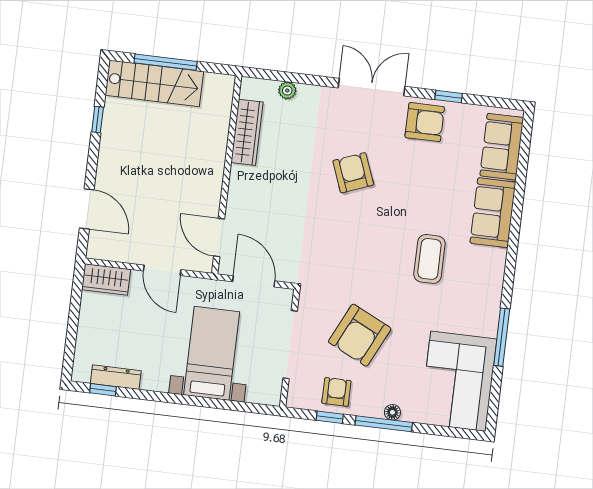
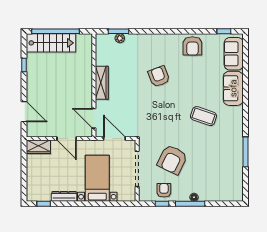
window: (166, 62) -> (55, 31), width x1.46
window: (287, 77) -> (119, 31), added
double door: (372, 87) -> (163, 31), removed
window: (449, 96) -> (224, 31), moved
armchair: (425, 122) -> (192, 46), turned 90
wardrobe: (247, 132) -> (102, 83), moved
coffee table: (429, 259) -> (203, 116), turned -71
dresser: (116, 377) -> (64, 196), moved
corner sofa: (458, 381) -> (226, 177), removed

